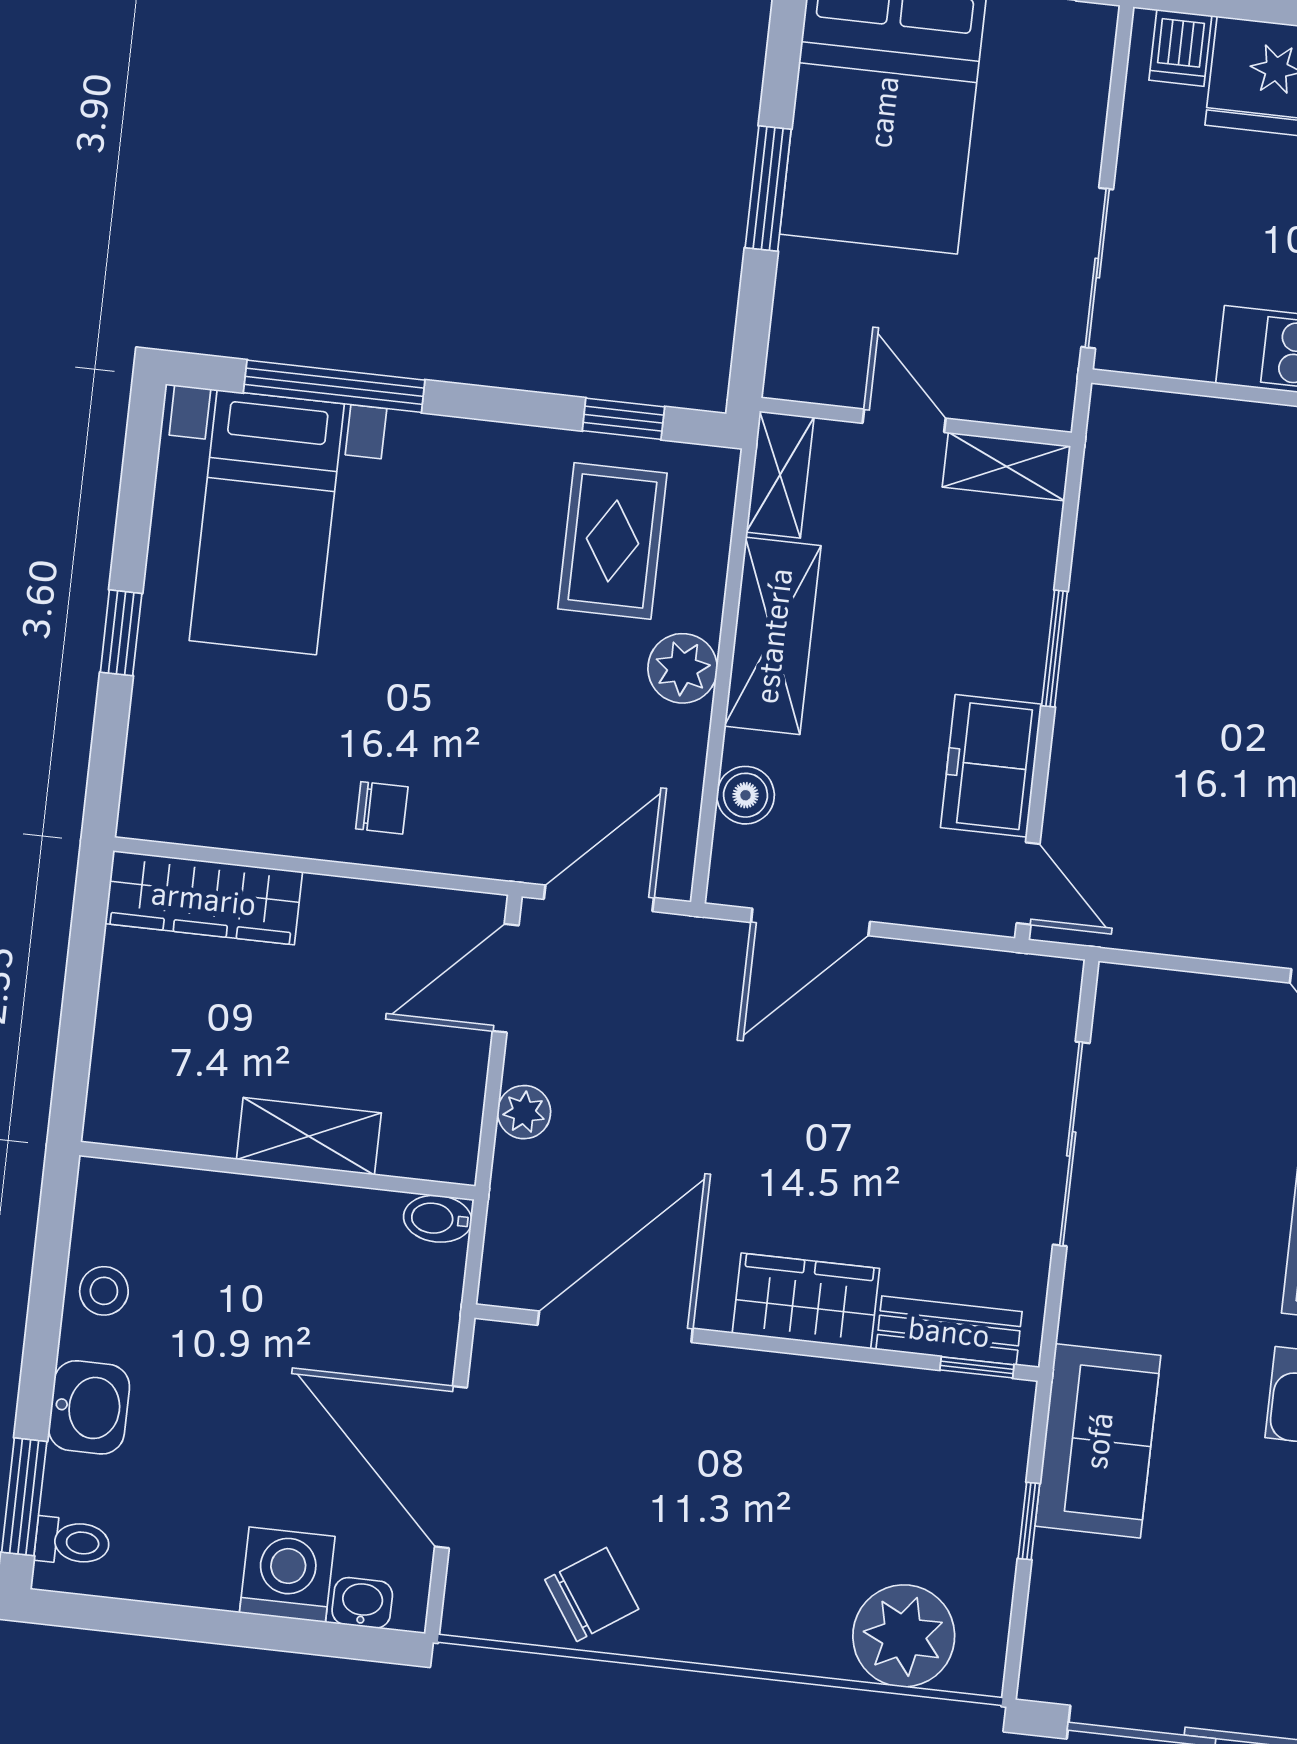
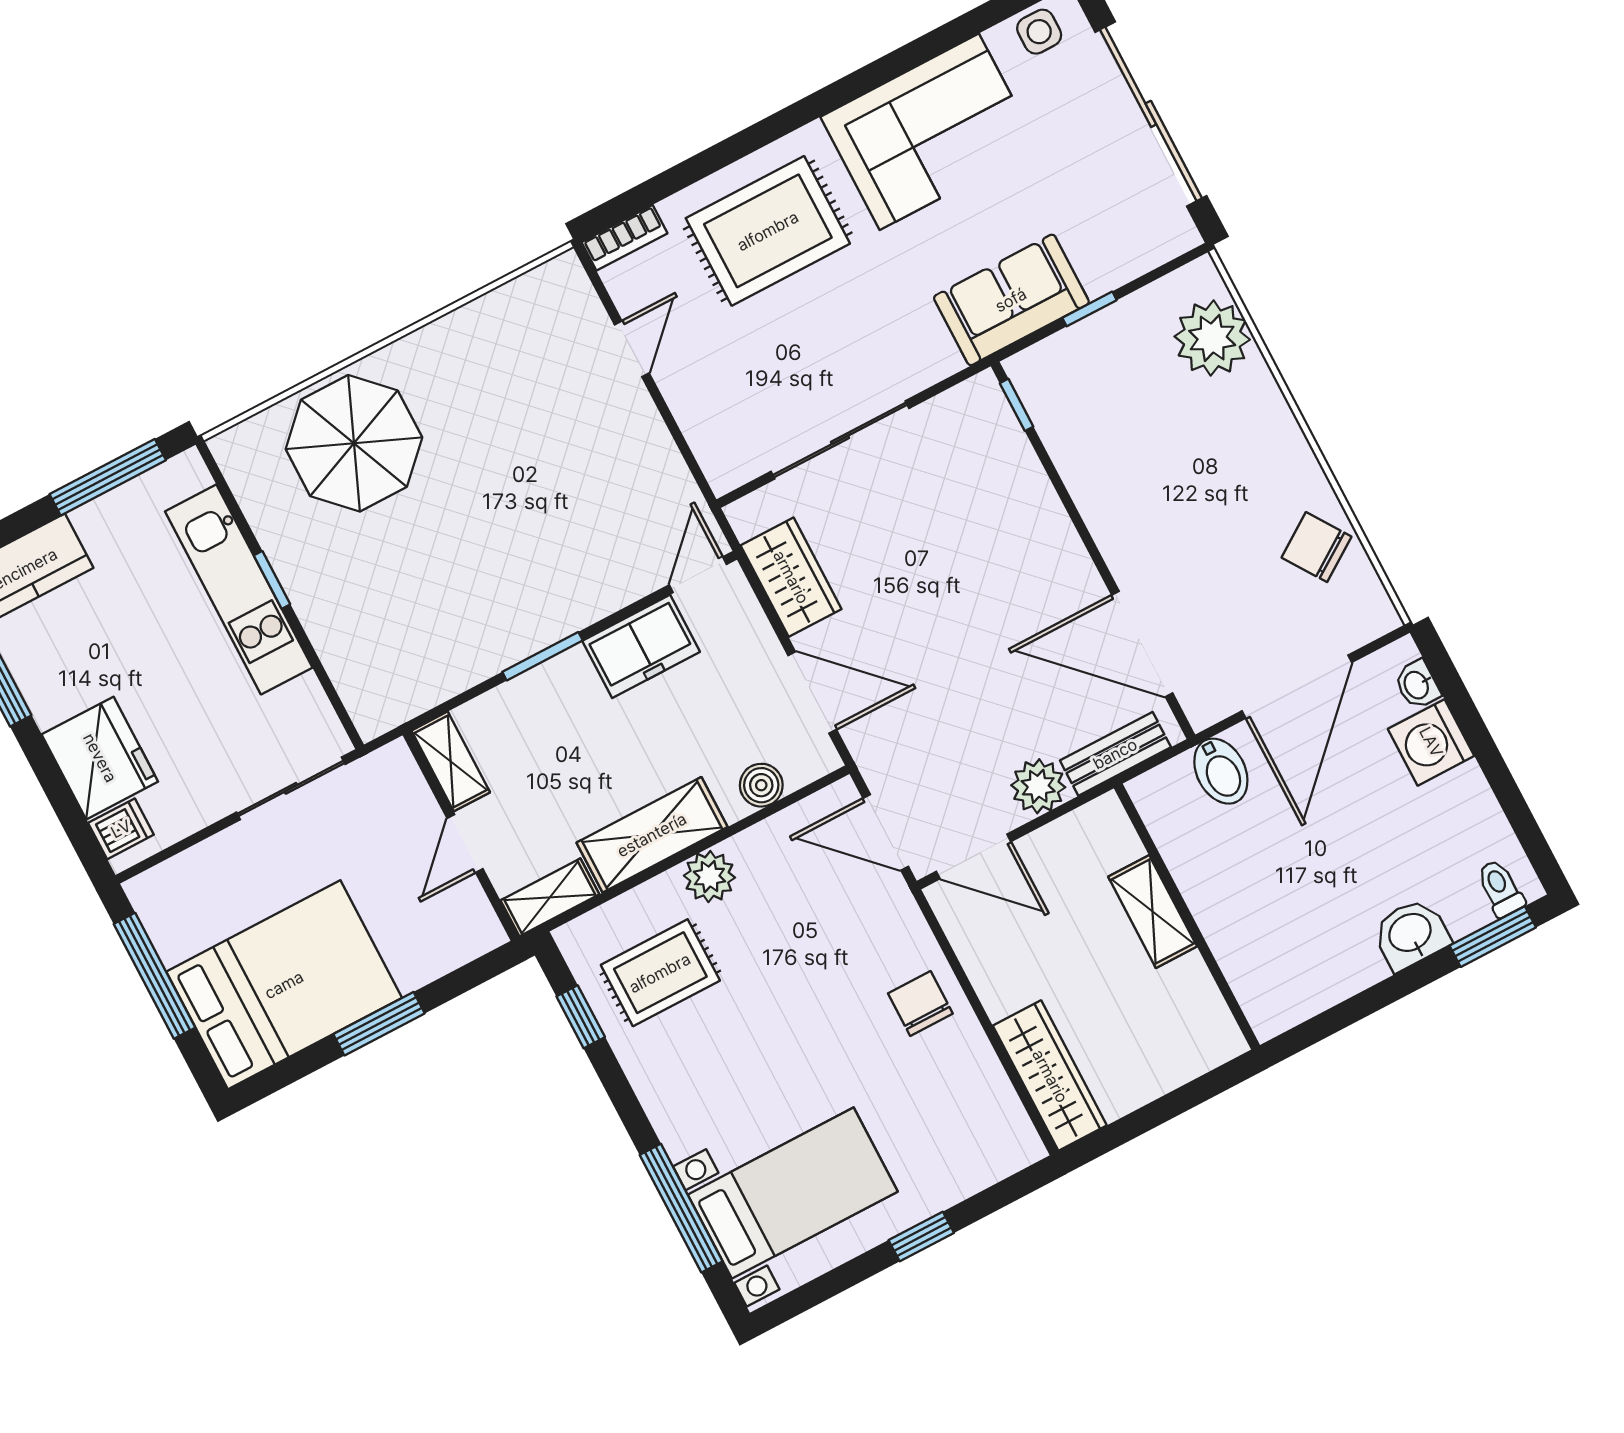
chair: (382, 808) -> (920, 1003), width x1.37, depth x1.37
plant: (524, 1112) -> (1038, 786), width x1.38, depth x1.38
bidet: (438, 1219) -> (1221, 771), moved, width x1.38, depth x1.36
stool: (104, 1291) -> (1333, 973), removed
wardrobe: (806, 1301) -> (791, 577), moved, turned 180
bench: (949, 1331) -> (1115, 754), moved, turned 90

